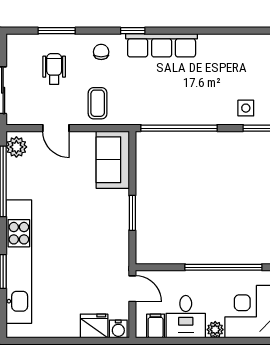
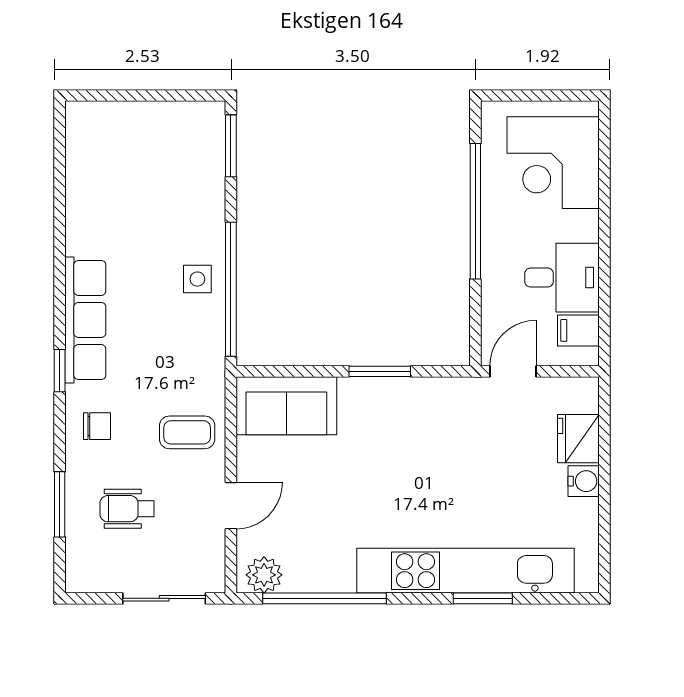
chair: (101, 52) -> (97, 426), turned 180
side table: (246, 108) -> (197, 279), moved
water cooler: (118, 329) -> (584, 481), moved
plant: (215, 330) -> (585, 226), removed

